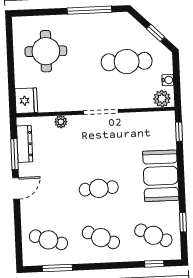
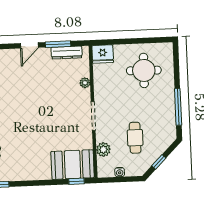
cafe table: (127, 62) -> (135, 138), width x0.73, depth x0.74
plant: (162, 99) -> (103, 150), moved
booth: (161, 176) -> (73, 165), moved
door: (16, 188) -> (29, 45), hinge flipped
cafe table: (99, 188) -> (29, 114), removed

